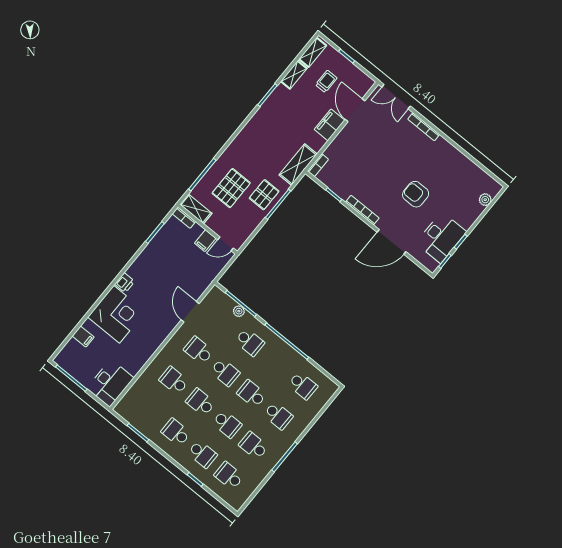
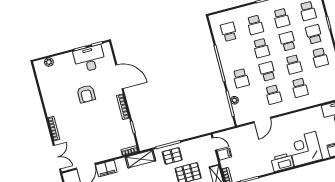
printer: (125, 283) -> (282, 162), width x1.87, depth x1.48
school desk: (250, 342) -> (241, 78), turned 180
school desk: (278, 416) -> (255, 25), turned 180

